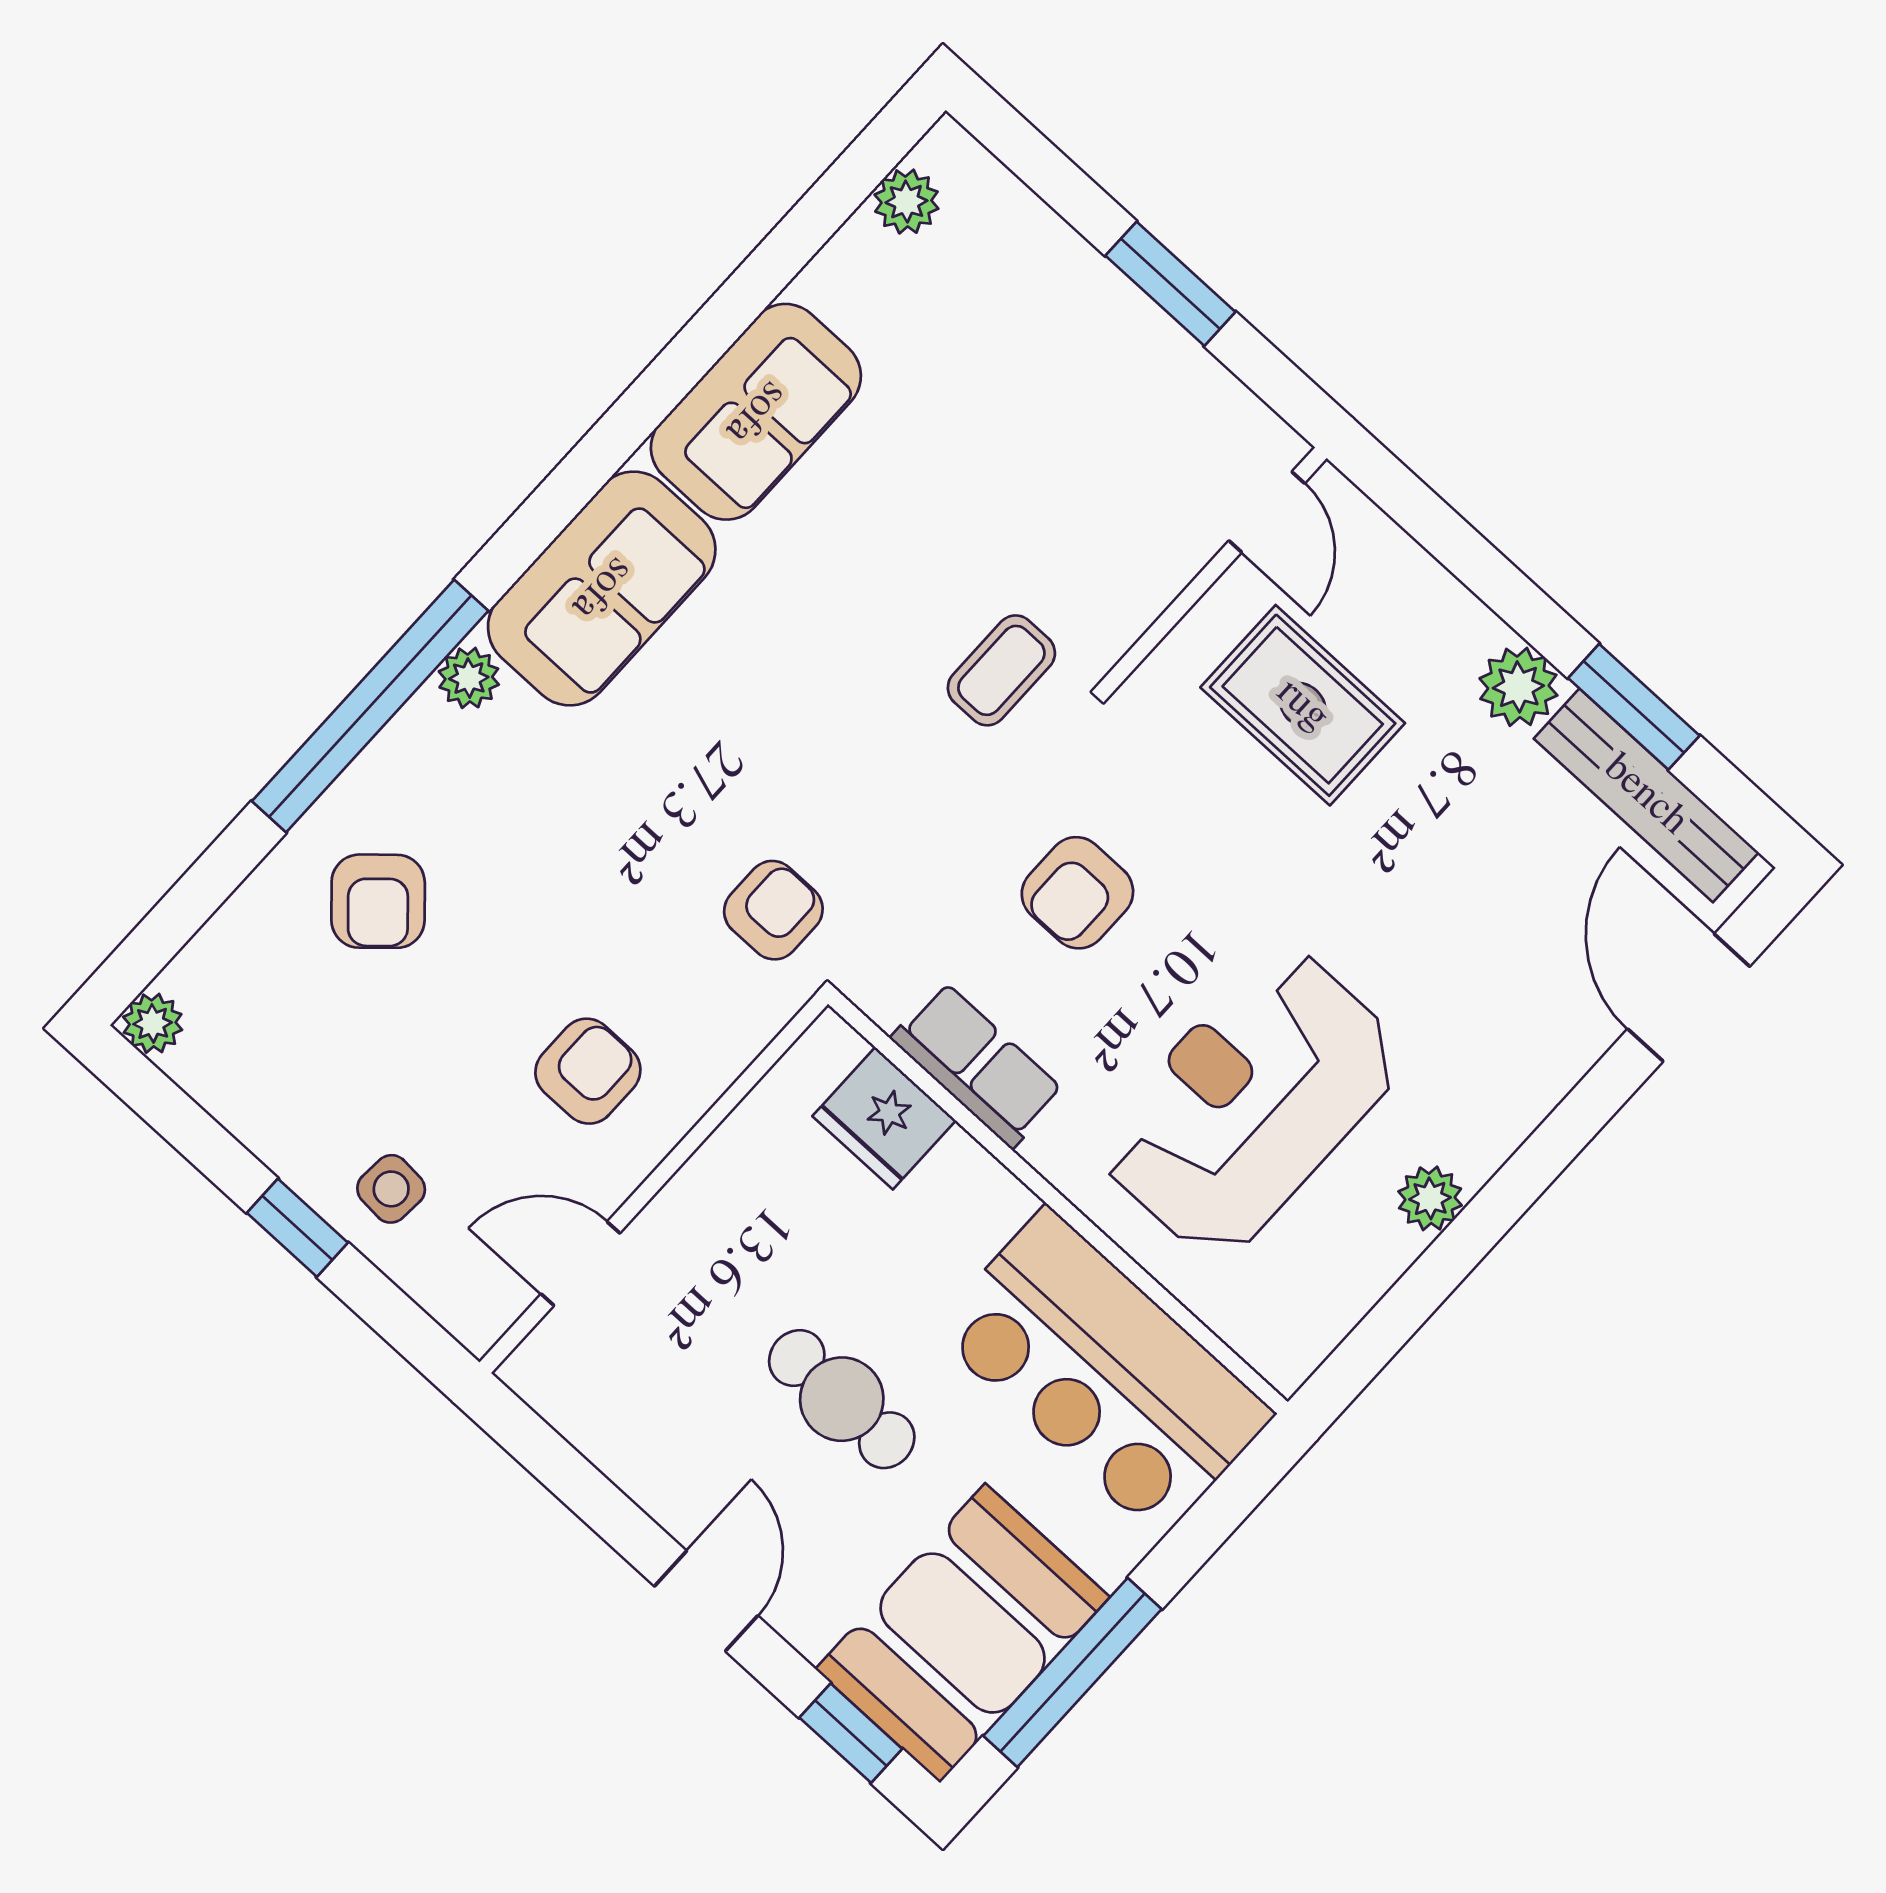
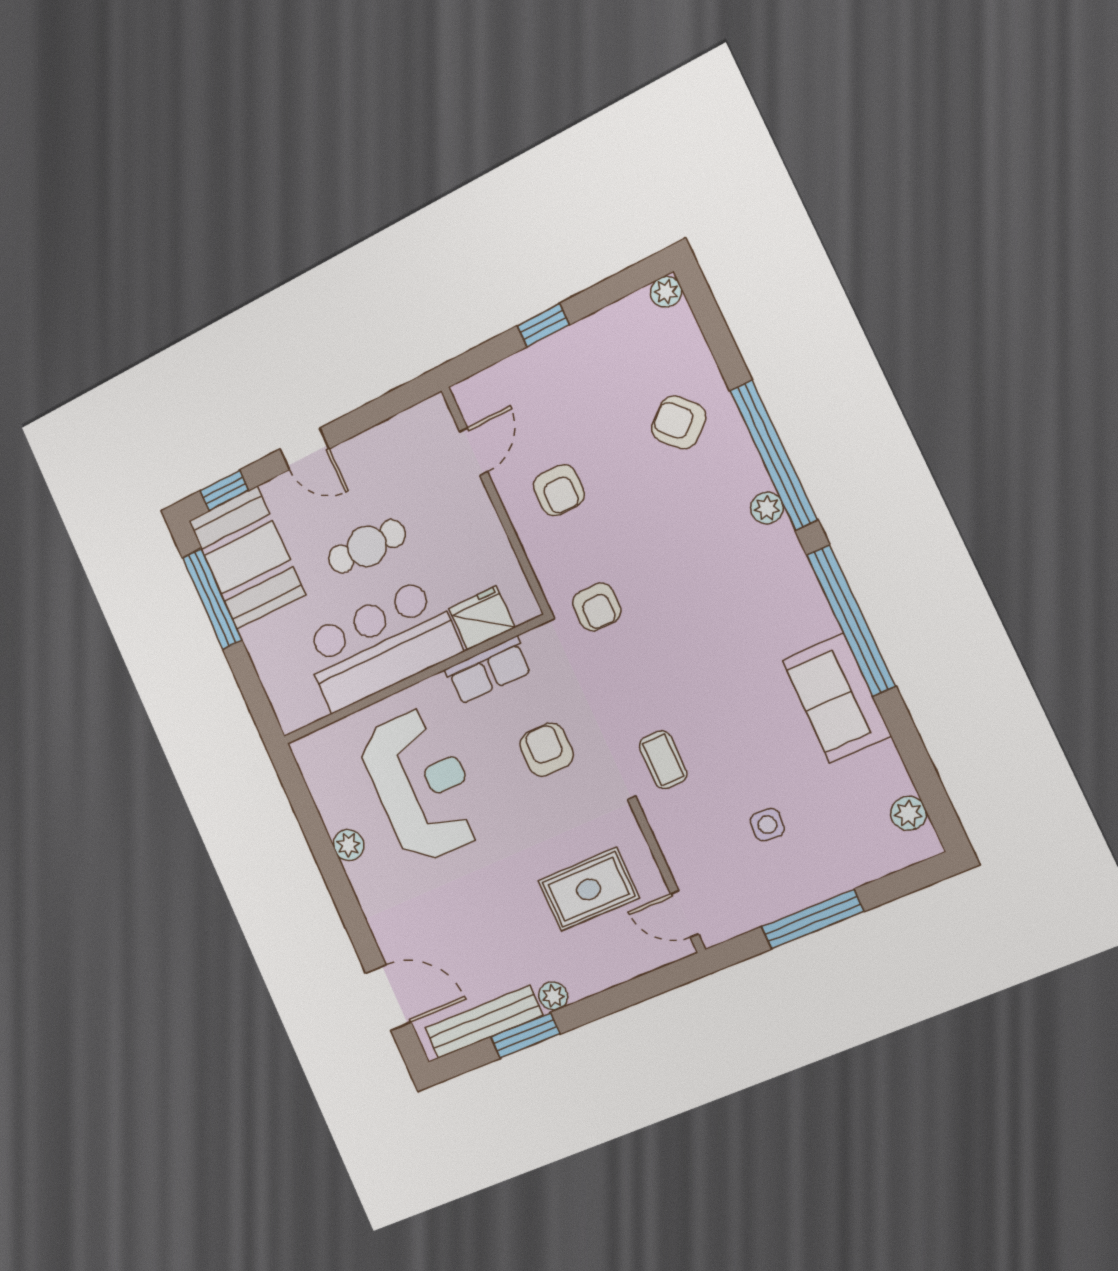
window: (1170, 284) -> (813, 919), width x1.44
window: (608, 446) -> (851, 620), added
sofa: (602, 588) -> (783, 589), removed
plant: (1518, 687) -> (553, 996), width x0.73, depth x0.73
side table: (391, 1189) -> (767, 825), moved
bar counter: (1103, 1372) -> (380, 645), moved

